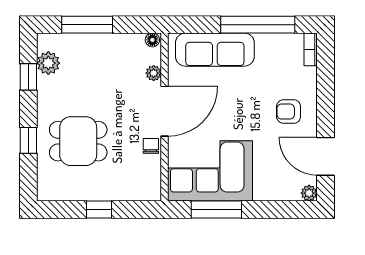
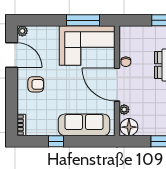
window: (258, 25) -> (56, 141), width x0.32
floor lamp: (152, 40) -> (129, 127), width x1.89, depth x1.89
door: (164, 111) -> (117, 85), hinge flipped

